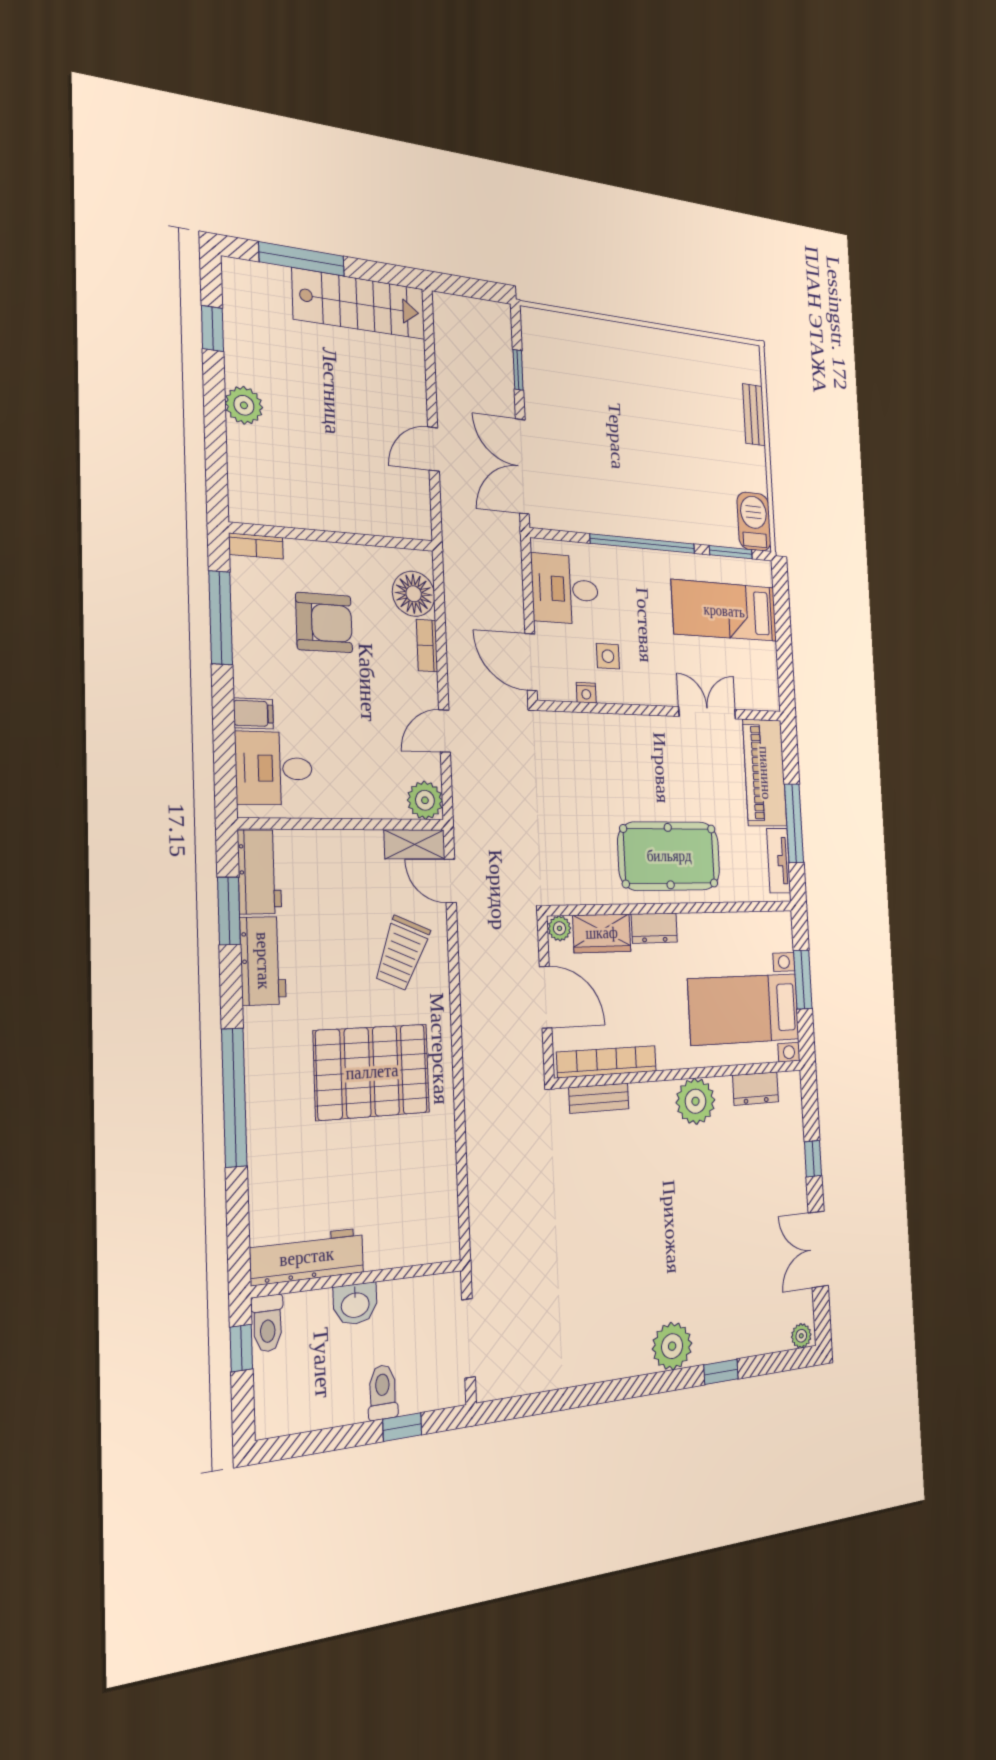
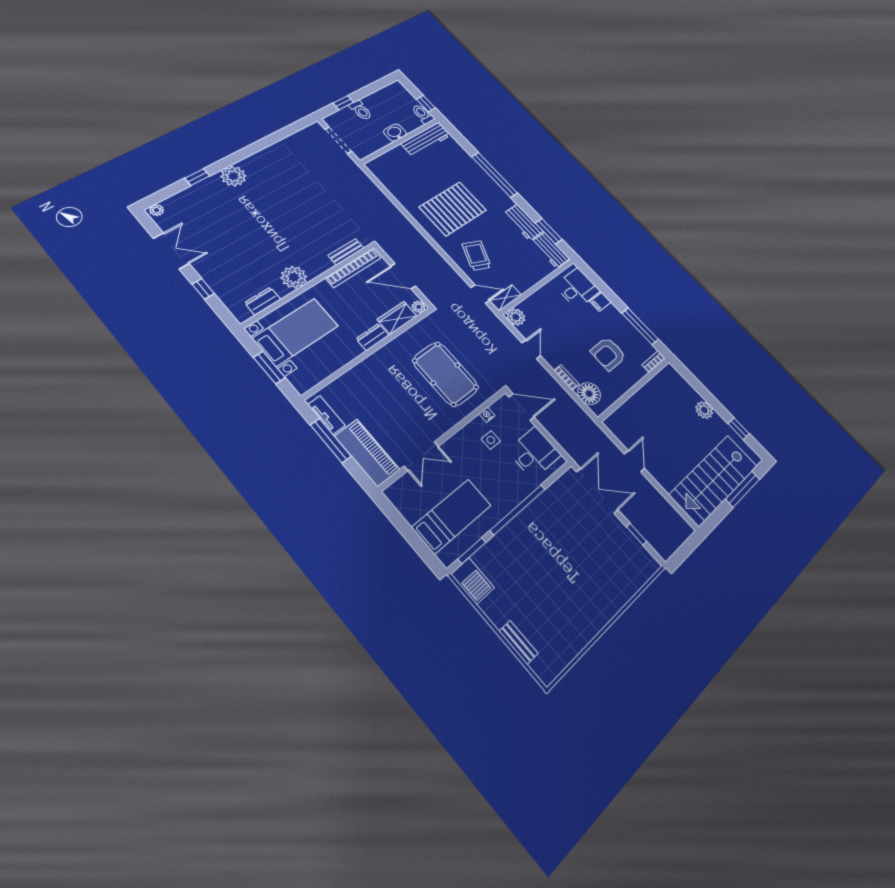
stairs: (359, 304) -> (714, 480), width x1.36, depth x1.51
pool table: (669, 856) -> (445, 374), moved, turned 90

